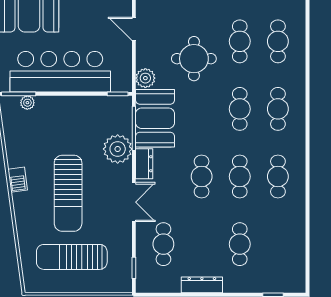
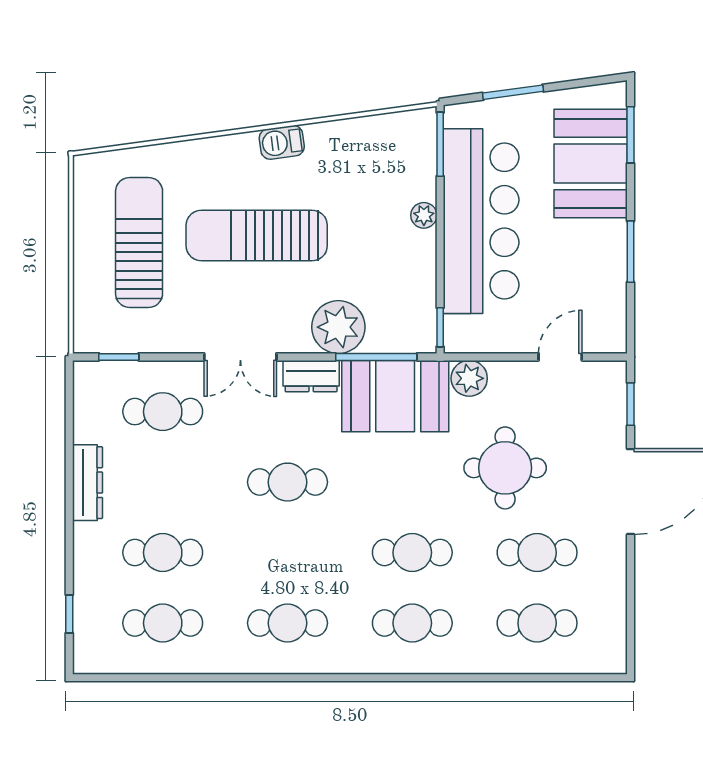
plant: (27, 103) -> (424, 215), moved
cafe table: (240, 177) -> (163, 623), moved

